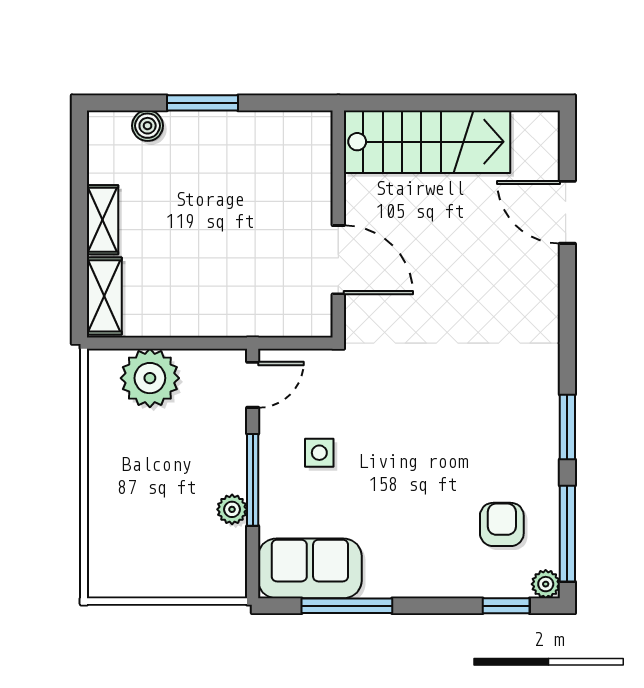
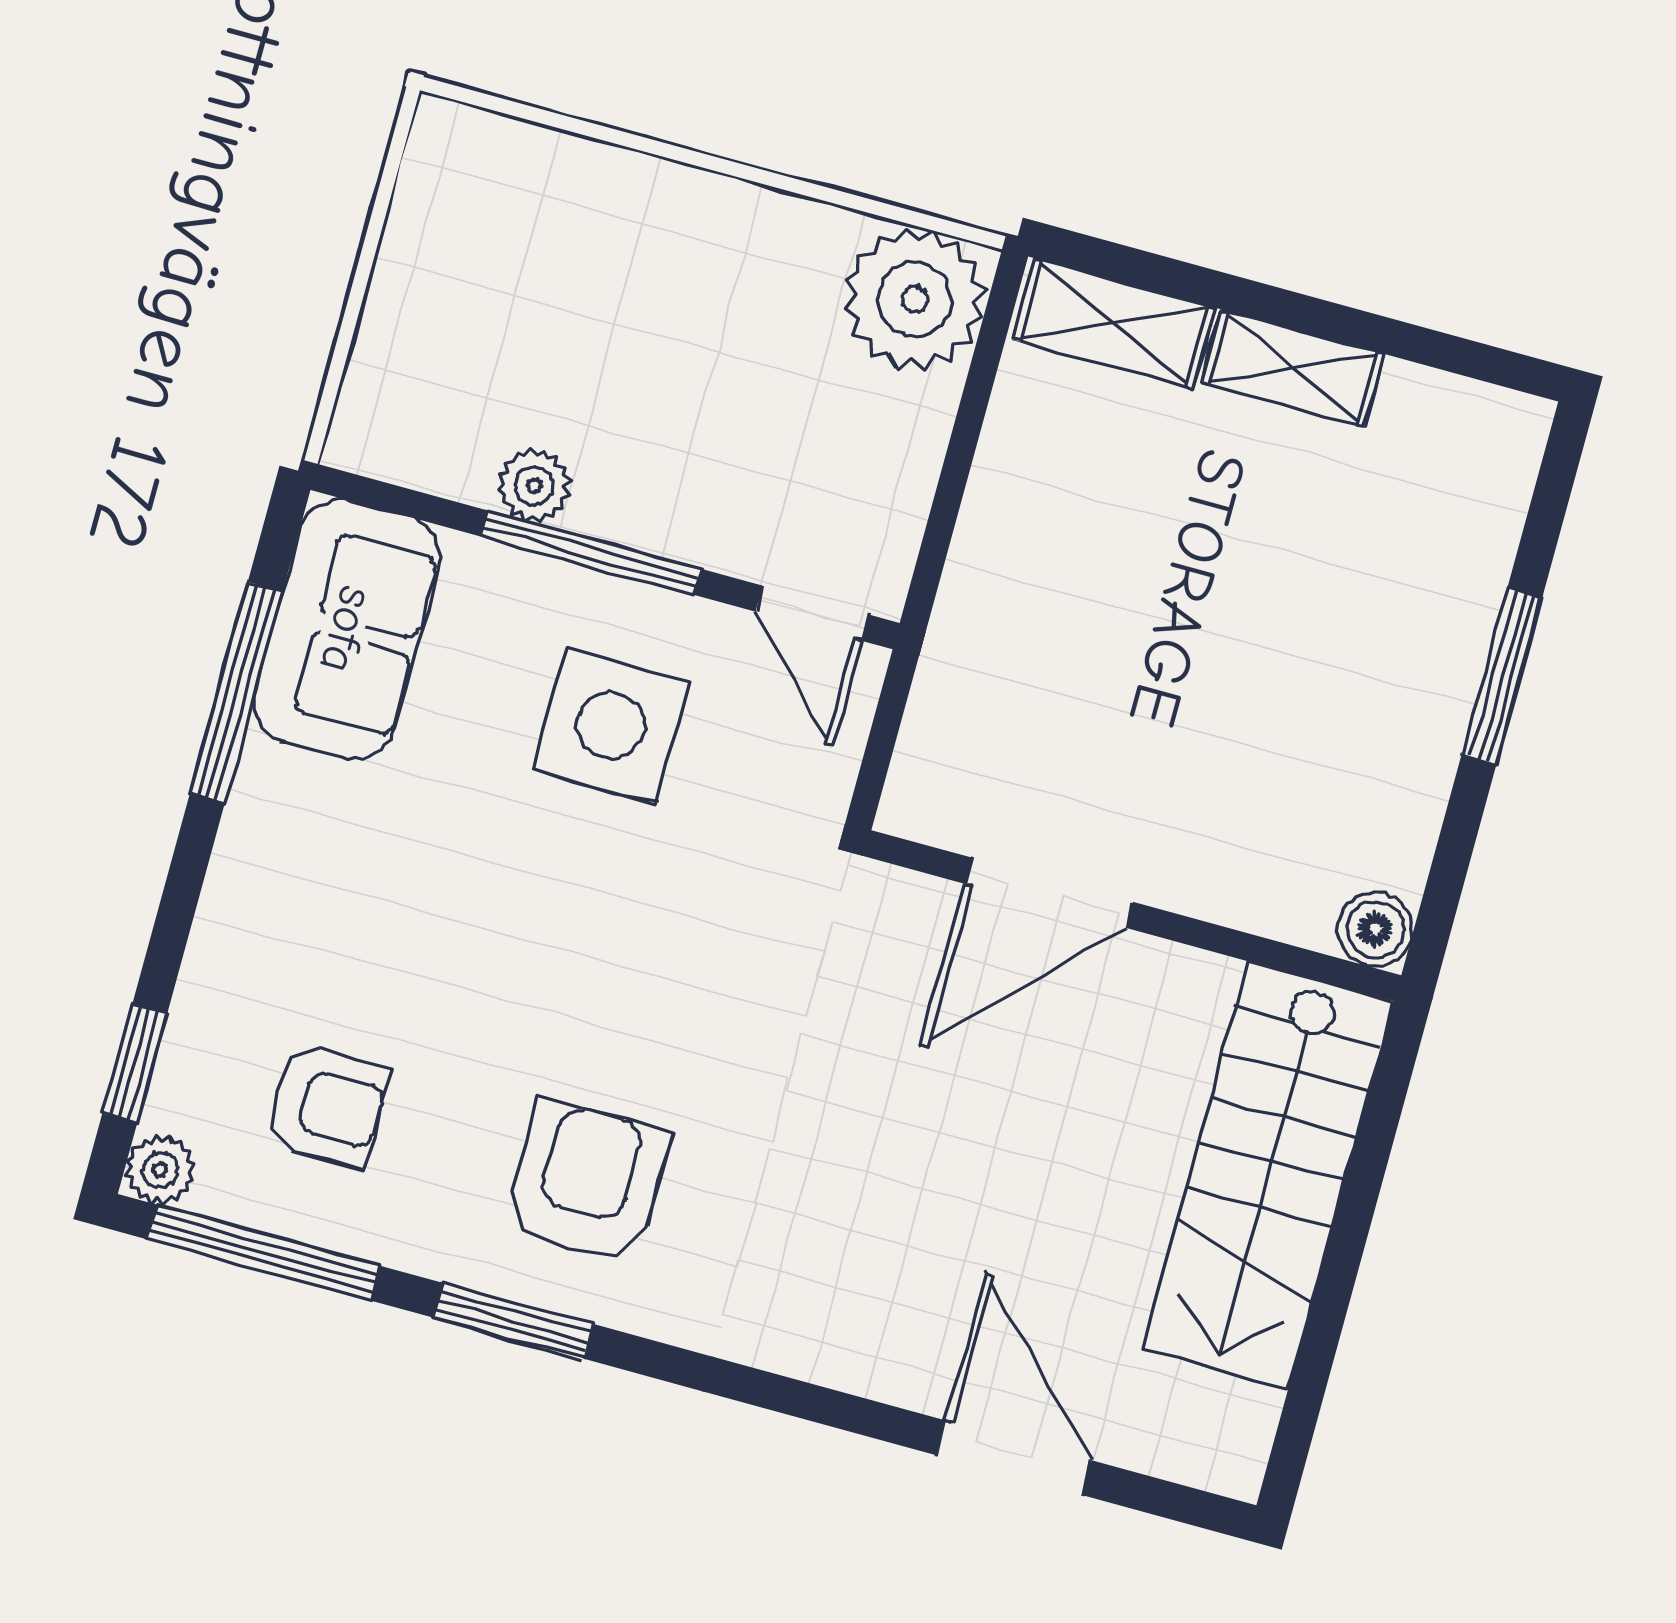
boiler: (148, 126) -> (1375, 930), moved
door: (567, 212) -> (1014, 1458), hinge flipped
plant: (150, 378) -> (915, 299), moved
armchair: (504, 413) -> (586, 1182), added
side table: (319, 453) -> (611, 725), width x1.87, depth x1.87

